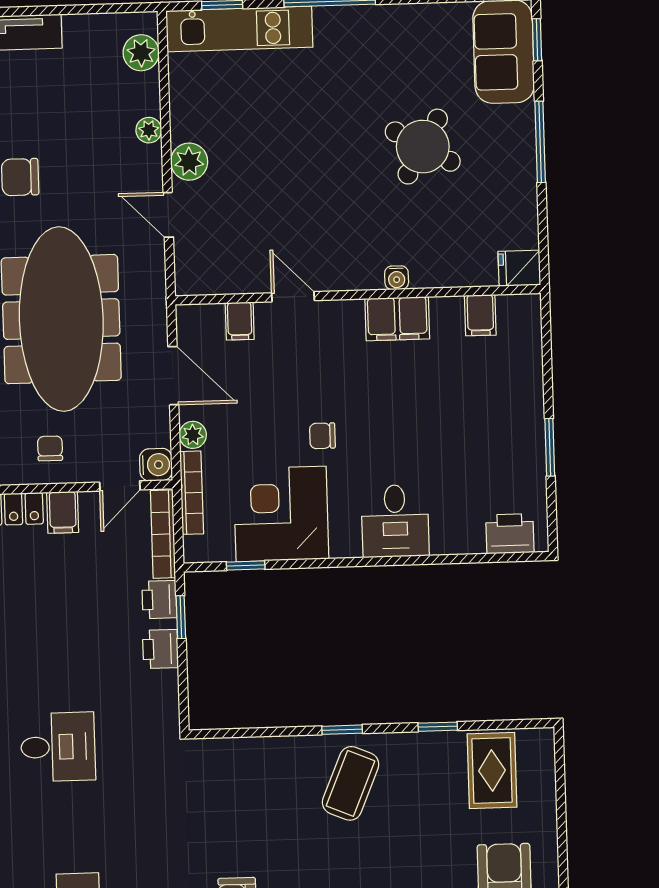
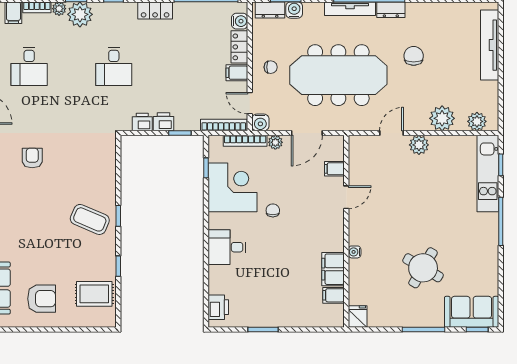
plant: (149, 130) -> (442, 118), width x1.88, depth x1.88
filing cabinet: (397, 319) -> (333, 269), moved
printer: (159, 600) -> (142, 122), moved

